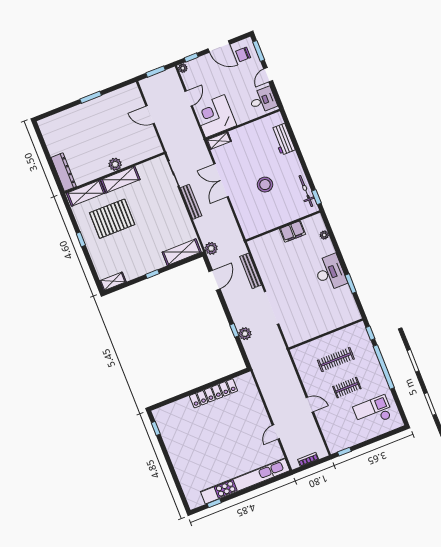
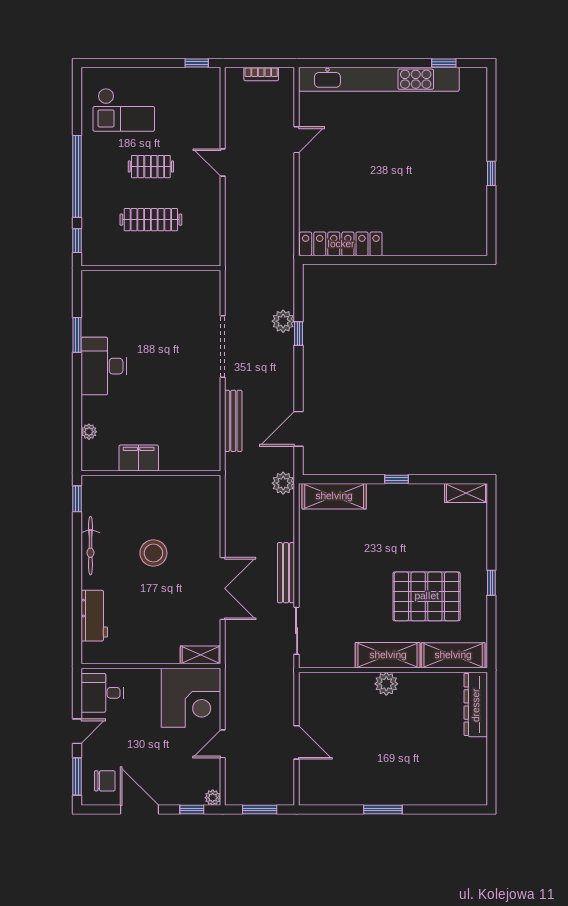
bicycle: (306, 191) -> (90, 546), moved
locker: (213, 393) -> (341, 244), moved
window: (156, 428) -> (491, 173), moved

